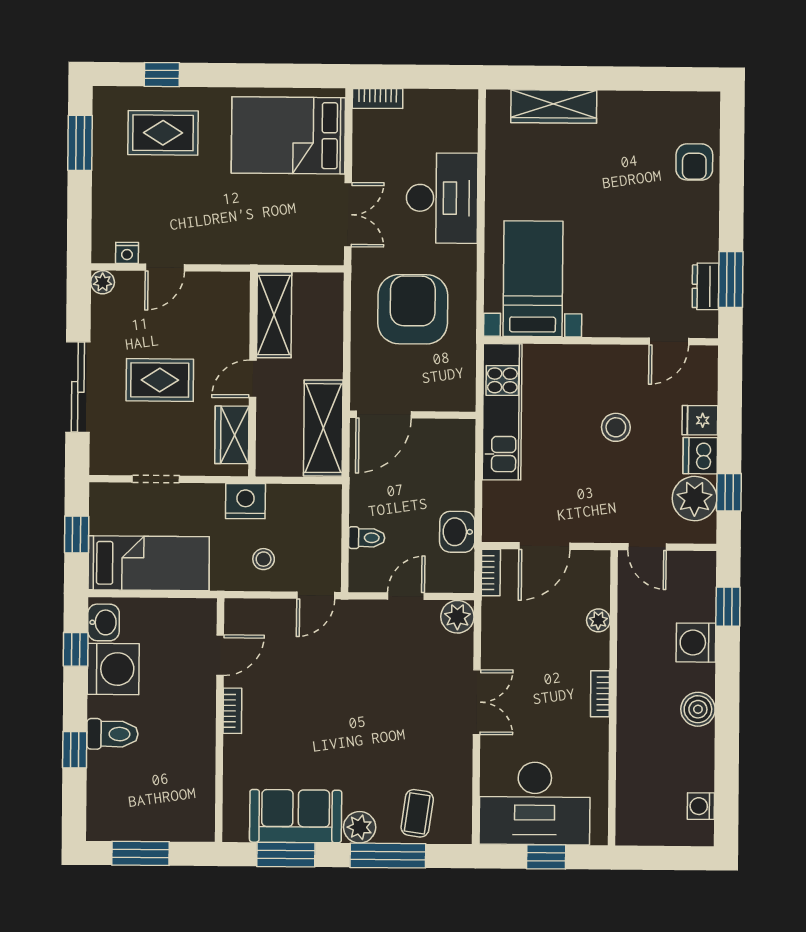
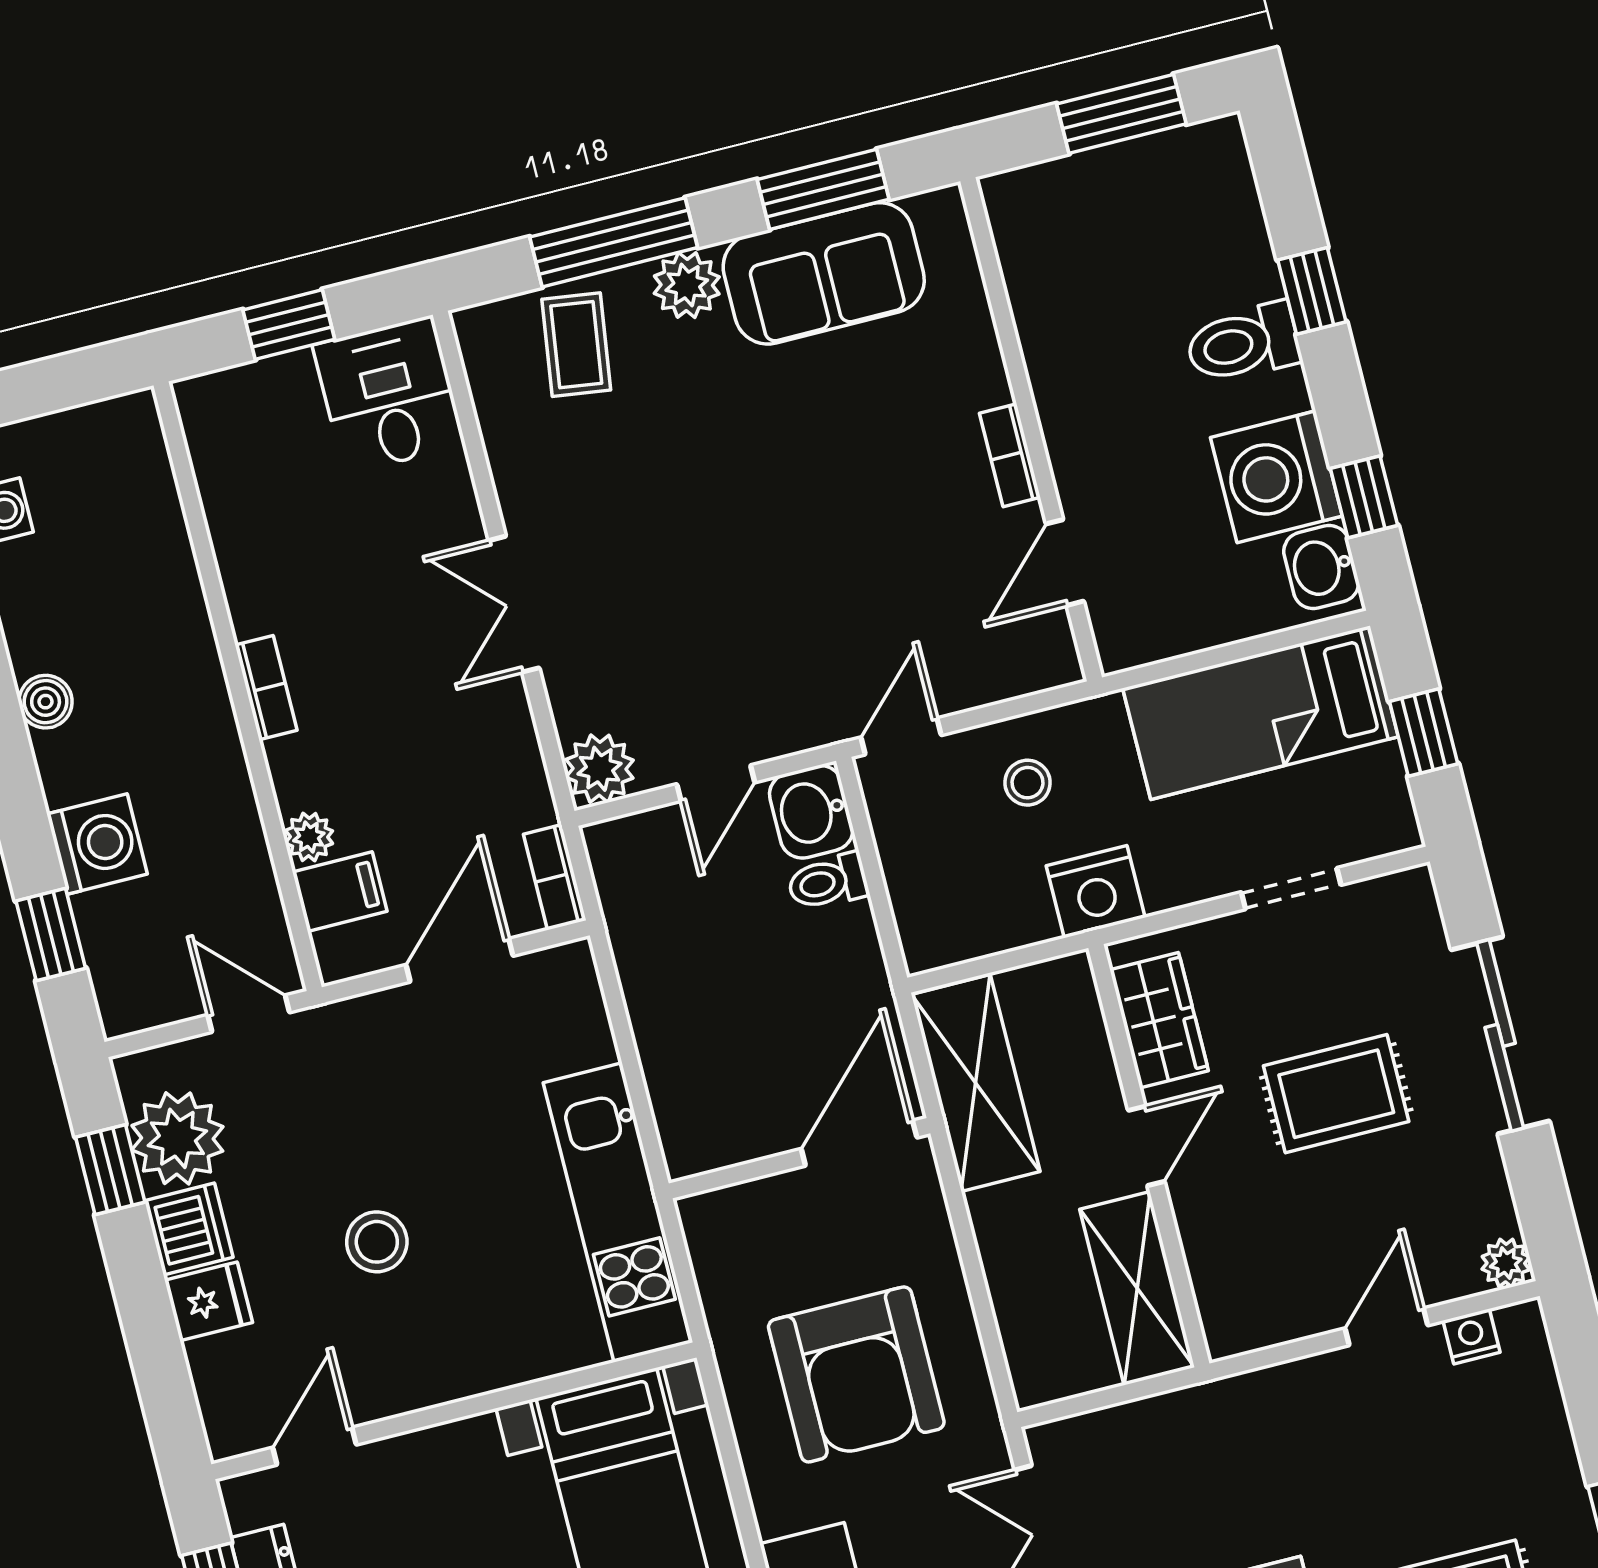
washbasin: (457, 532) -> (811, 812), moved, turned 180
filing cabinet: (591, 592) -> (340, 892), added
boiler: (698, 709) -> (46, 702), width x0.73, depth x0.73
desk: (535, 803) -> (389, 395), width x0.53, depth x0.77

